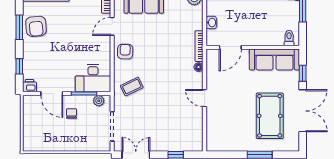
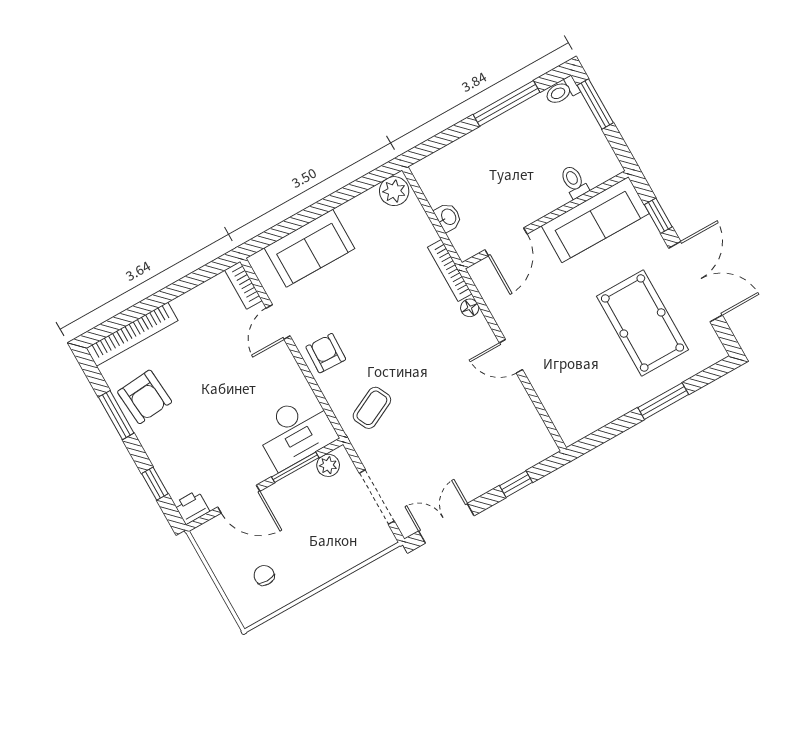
toilet: (289, 38) -> (574, 182), moved
chair: (71, 114) -> (264, 575), moved

